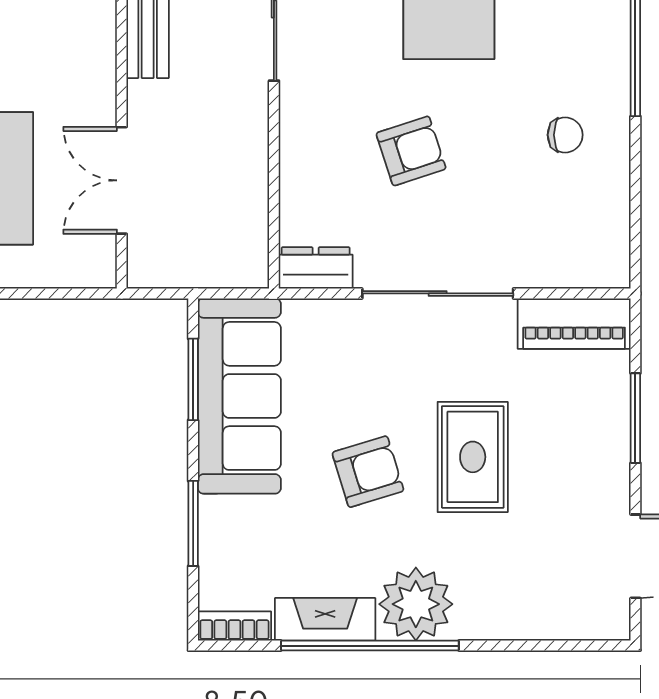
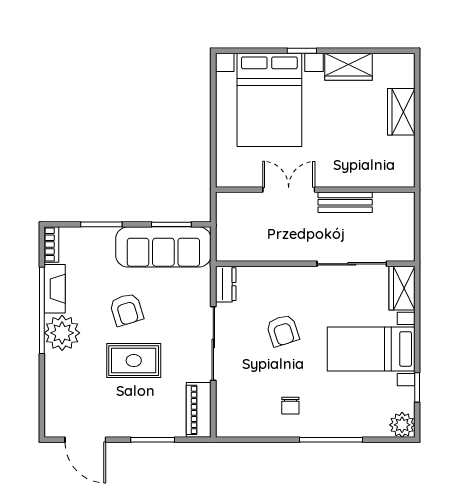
double door: (122, 180) -> (289, 190), moved

